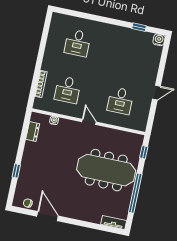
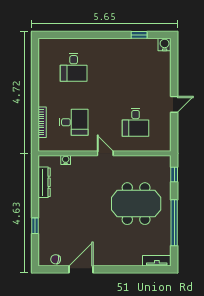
desk: (68, 90) -> (74, 122), turned -90
dresser: (33, 132) -> (44, 182), width x1.44
meeting table: (106, 170) -> (136, 204), width x0.73
door: (48, 216) -> (81, 269), hinge flipped

